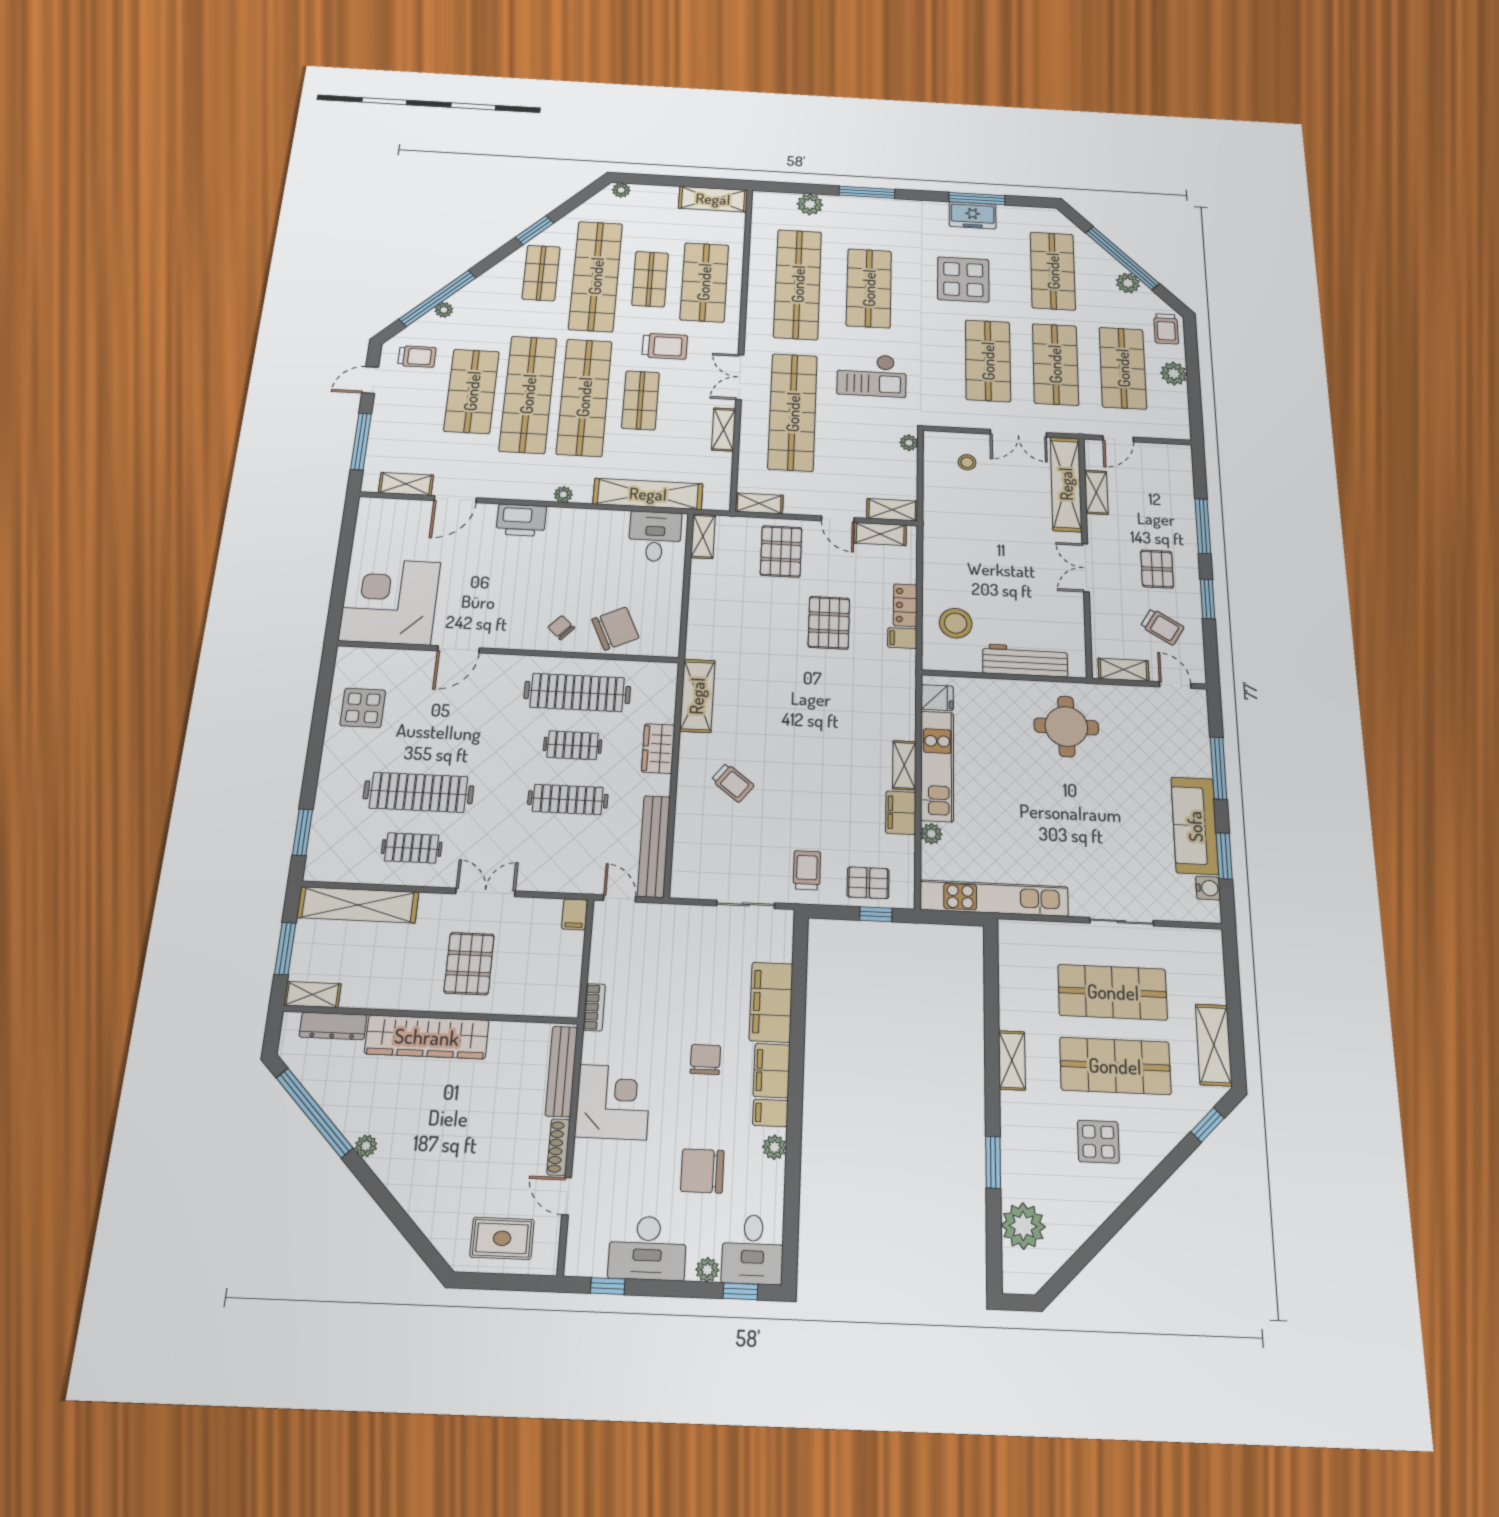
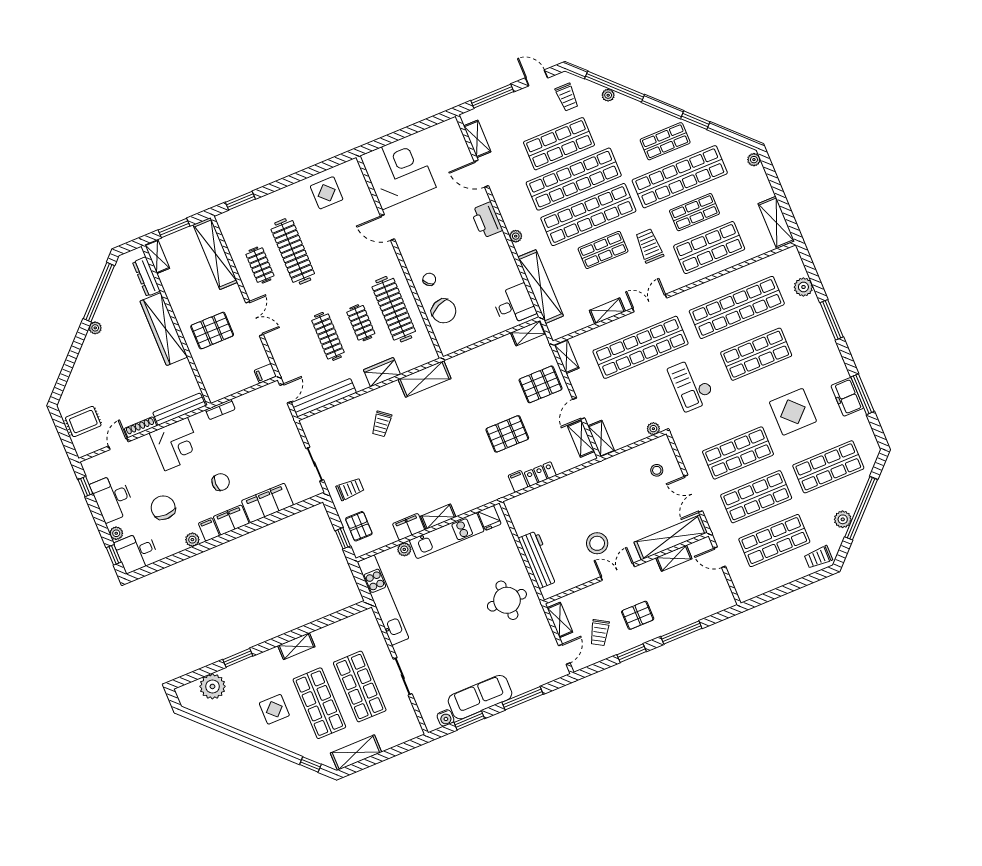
trolley: (665, 346) -> (649, 246), turned 180
plant: (1174, 374) -> (786, 575), removed
stool: (956, 623) -> (597, 543), moved
rug: (502, 1238) -> (83, 422), turned 90

